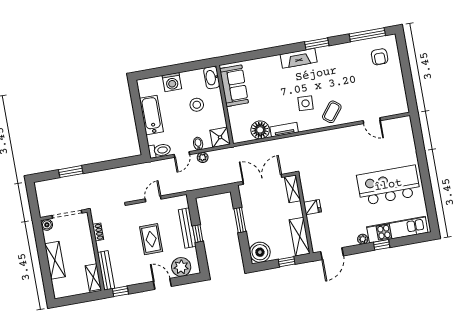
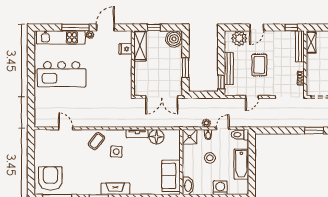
armchair: (380, 57) -> (50, 178), width x1.88, depth x1.88
stool: (197, 105) -> (210, 158), moved
shelving: (293, 189) -> (139, 85), removed
fridge: (312, 207) -> (126, 49), moved
window: (198, 234) -> (221, 82), moved
window: (382, 245) -> (76, 28), width x2.17
door: (332, 254) -> (105, 28), moved
door: (162, 284) -> (257, 28), hinge flipped

